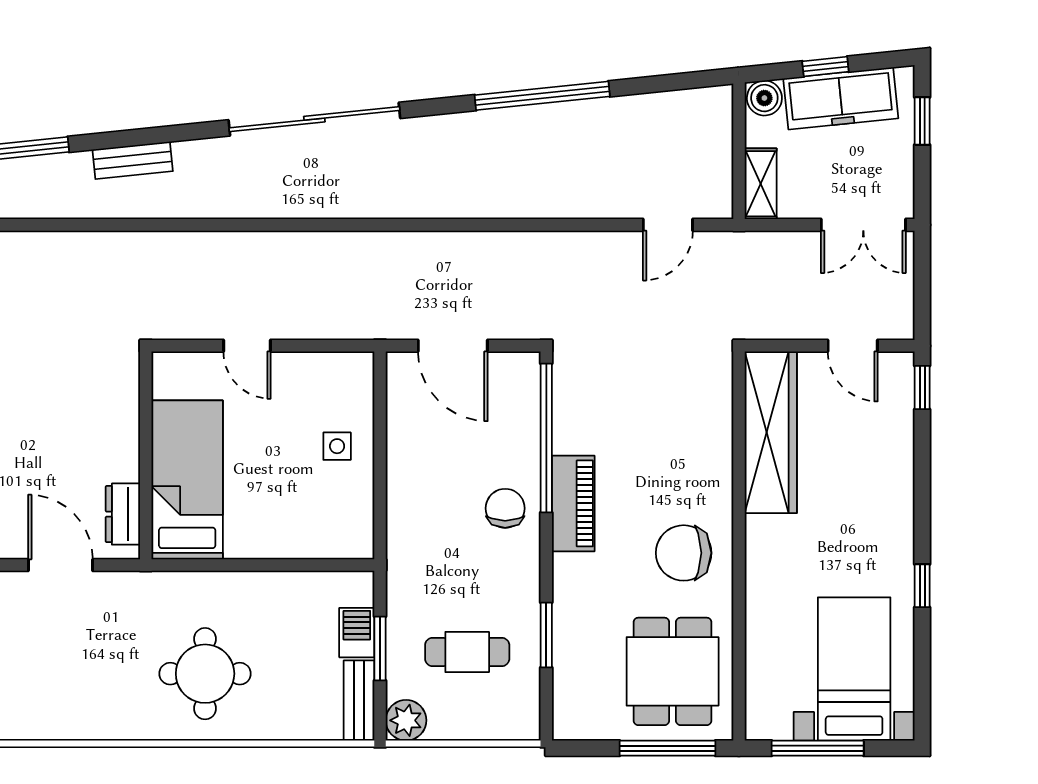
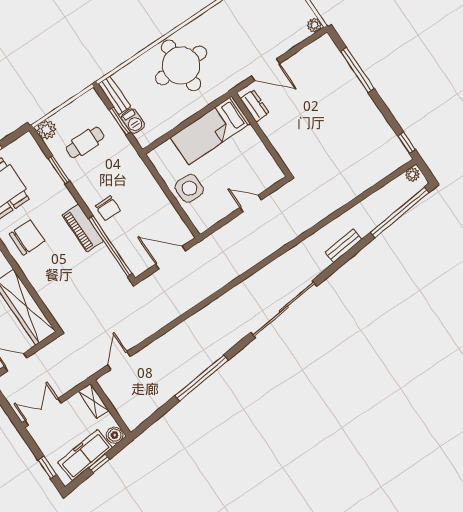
side table: (337, 446) -> (189, 188), width x1.87, depth x1.87
bed: (187, 480) -> (210, 130), moved, turned 90
round table: (205, 674) -> (181, 65), width x1.36, depth x1.36
plant: (406, 720) -> (47, 130), moved

